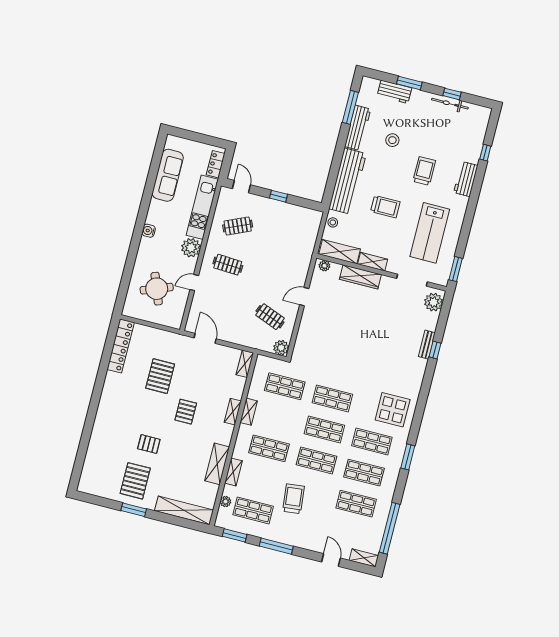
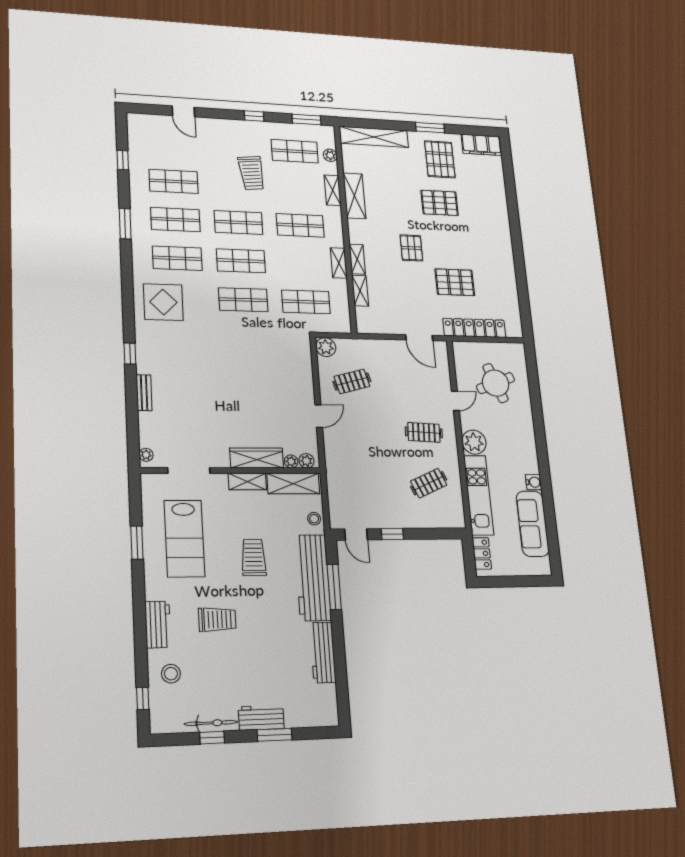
workbench: (394, 92) -> (261, 718), moved
window: (350, 107) -> (334, 587), moved
stool: (392, 140) -> (171, 674), moved
window: (485, 153) -> (143, 698), moved
trolley: (424, 171) -> (217, 619), turned -90
door: (241, 187) -> (356, 534), moved
trolley: (385, 207) -> (254, 558), turned 90
water cooler: (149, 231) -> (534, 482), moved
lab bench: (430, 233) -> (184, 538), turned 180
plant: (336, 268) -> (291, 461), added
window: (456, 269) -> (137, 543), moved
plant: (434, 302) -> (146, 455), width x0.53, depth x0.53
clothes rail: (270, 317) -> (352, 381), turned -36
locker: (121, 346) -> (474, 328), moved, turned 90
window: (435, 350) -> (130, 354), moved
shelving: (245, 364) -> (360, 291), moved
pallet: (160, 376) -> (455, 282), turned 90
pallet: (149, 444) -> (440, 203), width x1.50, depth x1.42
window: (408, 457) -> (125, 224), moved
filing cabinet: (95, 487) -> (481, 145), added
window: (390, 528) -> (123, 160), width x0.32
window: (276, 546) -> (254, 116), width x0.46
shelving: (364, 558) -> (144, 120), removed

